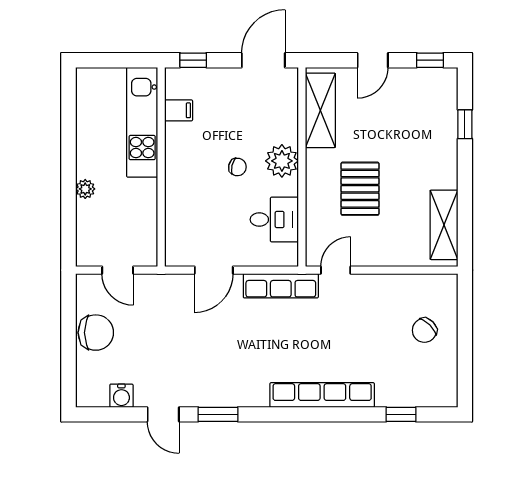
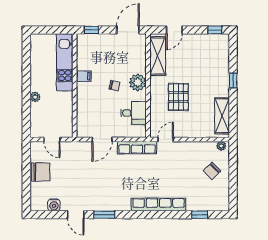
door: (373, 60) -> (174, 30), moved
filing cabinet: (179, 110) -> (84, 76), moved
window: (465, 124) -> (233, 81), moved
plant: (442, 283) -> (221, 146), added

